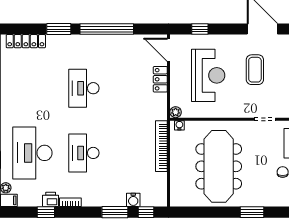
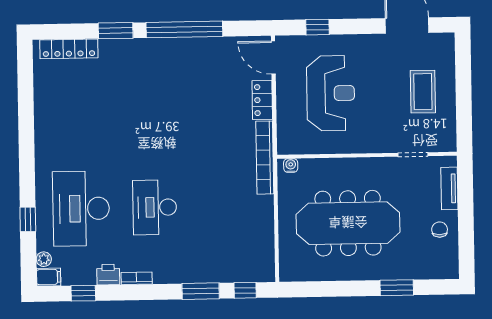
coffee table: (255, 70) -> (423, 92), moved
desk: (84, 88) -> (153, 115), removed
plant: (176, 112) -> (285, 147), removed
bookcase: (161, 146) -> (265, 158), moved
meeting table: (219, 166) -> (348, 223), turned 90
water cooler: (133, 200) -> (226, 273), removed
window: (46, 212) -> (83, 293), moved

